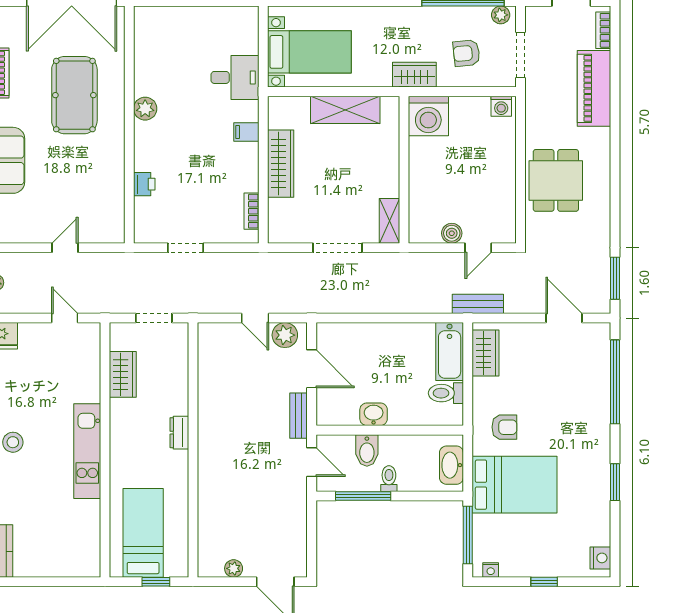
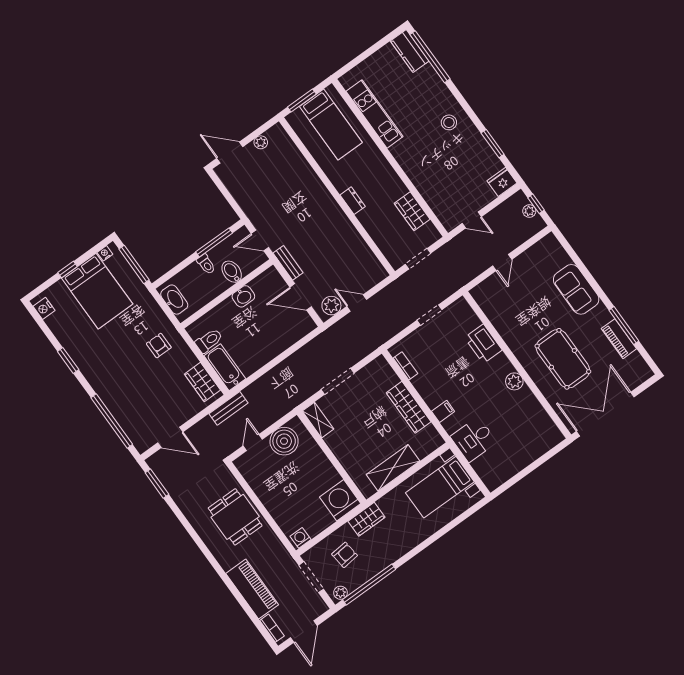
printer: (144, 184) -> (483, 344), width x1.87, depth x1.48
boiler: (452, 233) -> (284, 441), width x1.86, depth x1.86
armchair: (504, 427) -> (159, 346), turned 90
kitchen unit: (87, 451) -> (375, 114), moved
bed: (514, 485) -> (97, 291), moved, turned -90
window: (156, 582) -> (302, 100), width x1.50

